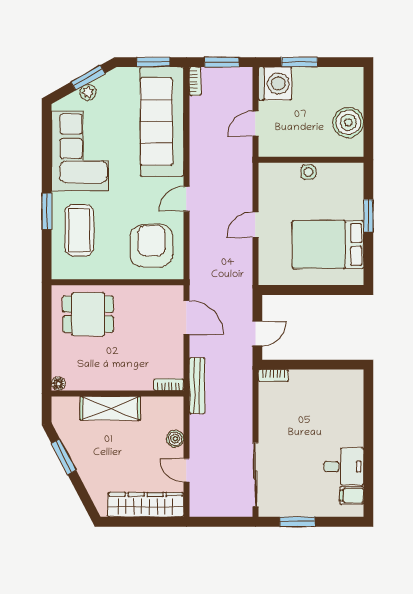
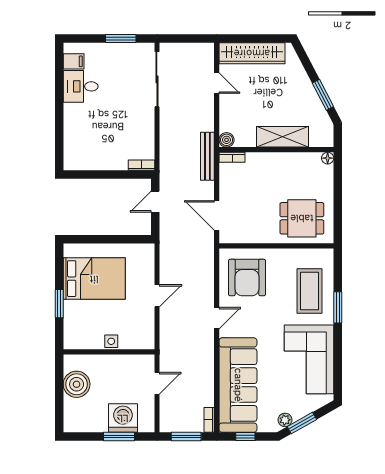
window: (153, 62) -> (245, 437), width x0.67
washing machine: (275, 83) -> (123, 418), moved, turned 90
plant: (88, 92) -> (285, 420), moved
boiler: (175, 439) -> (227, 140), moved

